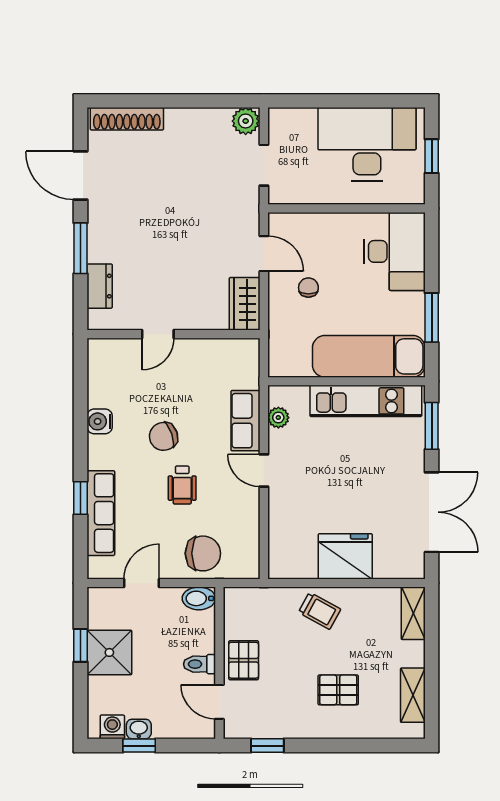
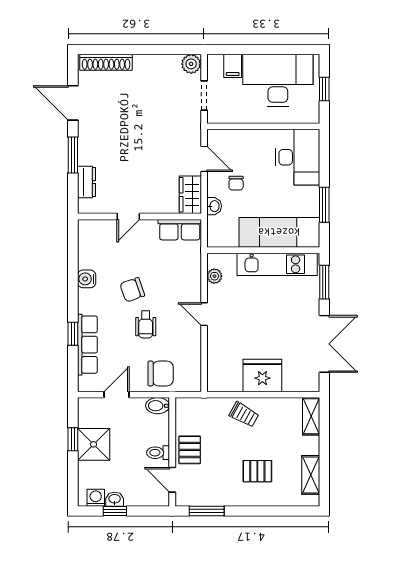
filing cabinet: (304, 124) -> (233, 66), added
chair: (308, 288) -> (236, 183), turned 180
washbasin: (278, 320) -> (214, 206), added
row of seats: (245, 421) -> (180, 230), moved, turned -90
window: (267, 746) -> (207, 511), width x1.50

